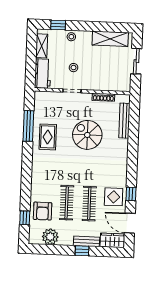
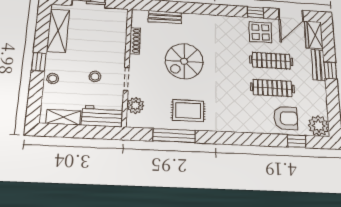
window: (58, 25) -> (39, 62), moved
plant: (51, 98) -> (136, 105), added
bench: (124, 121) -> (165, 17), width x0.73
plant: (50, 237) -> (319, 126), moved

